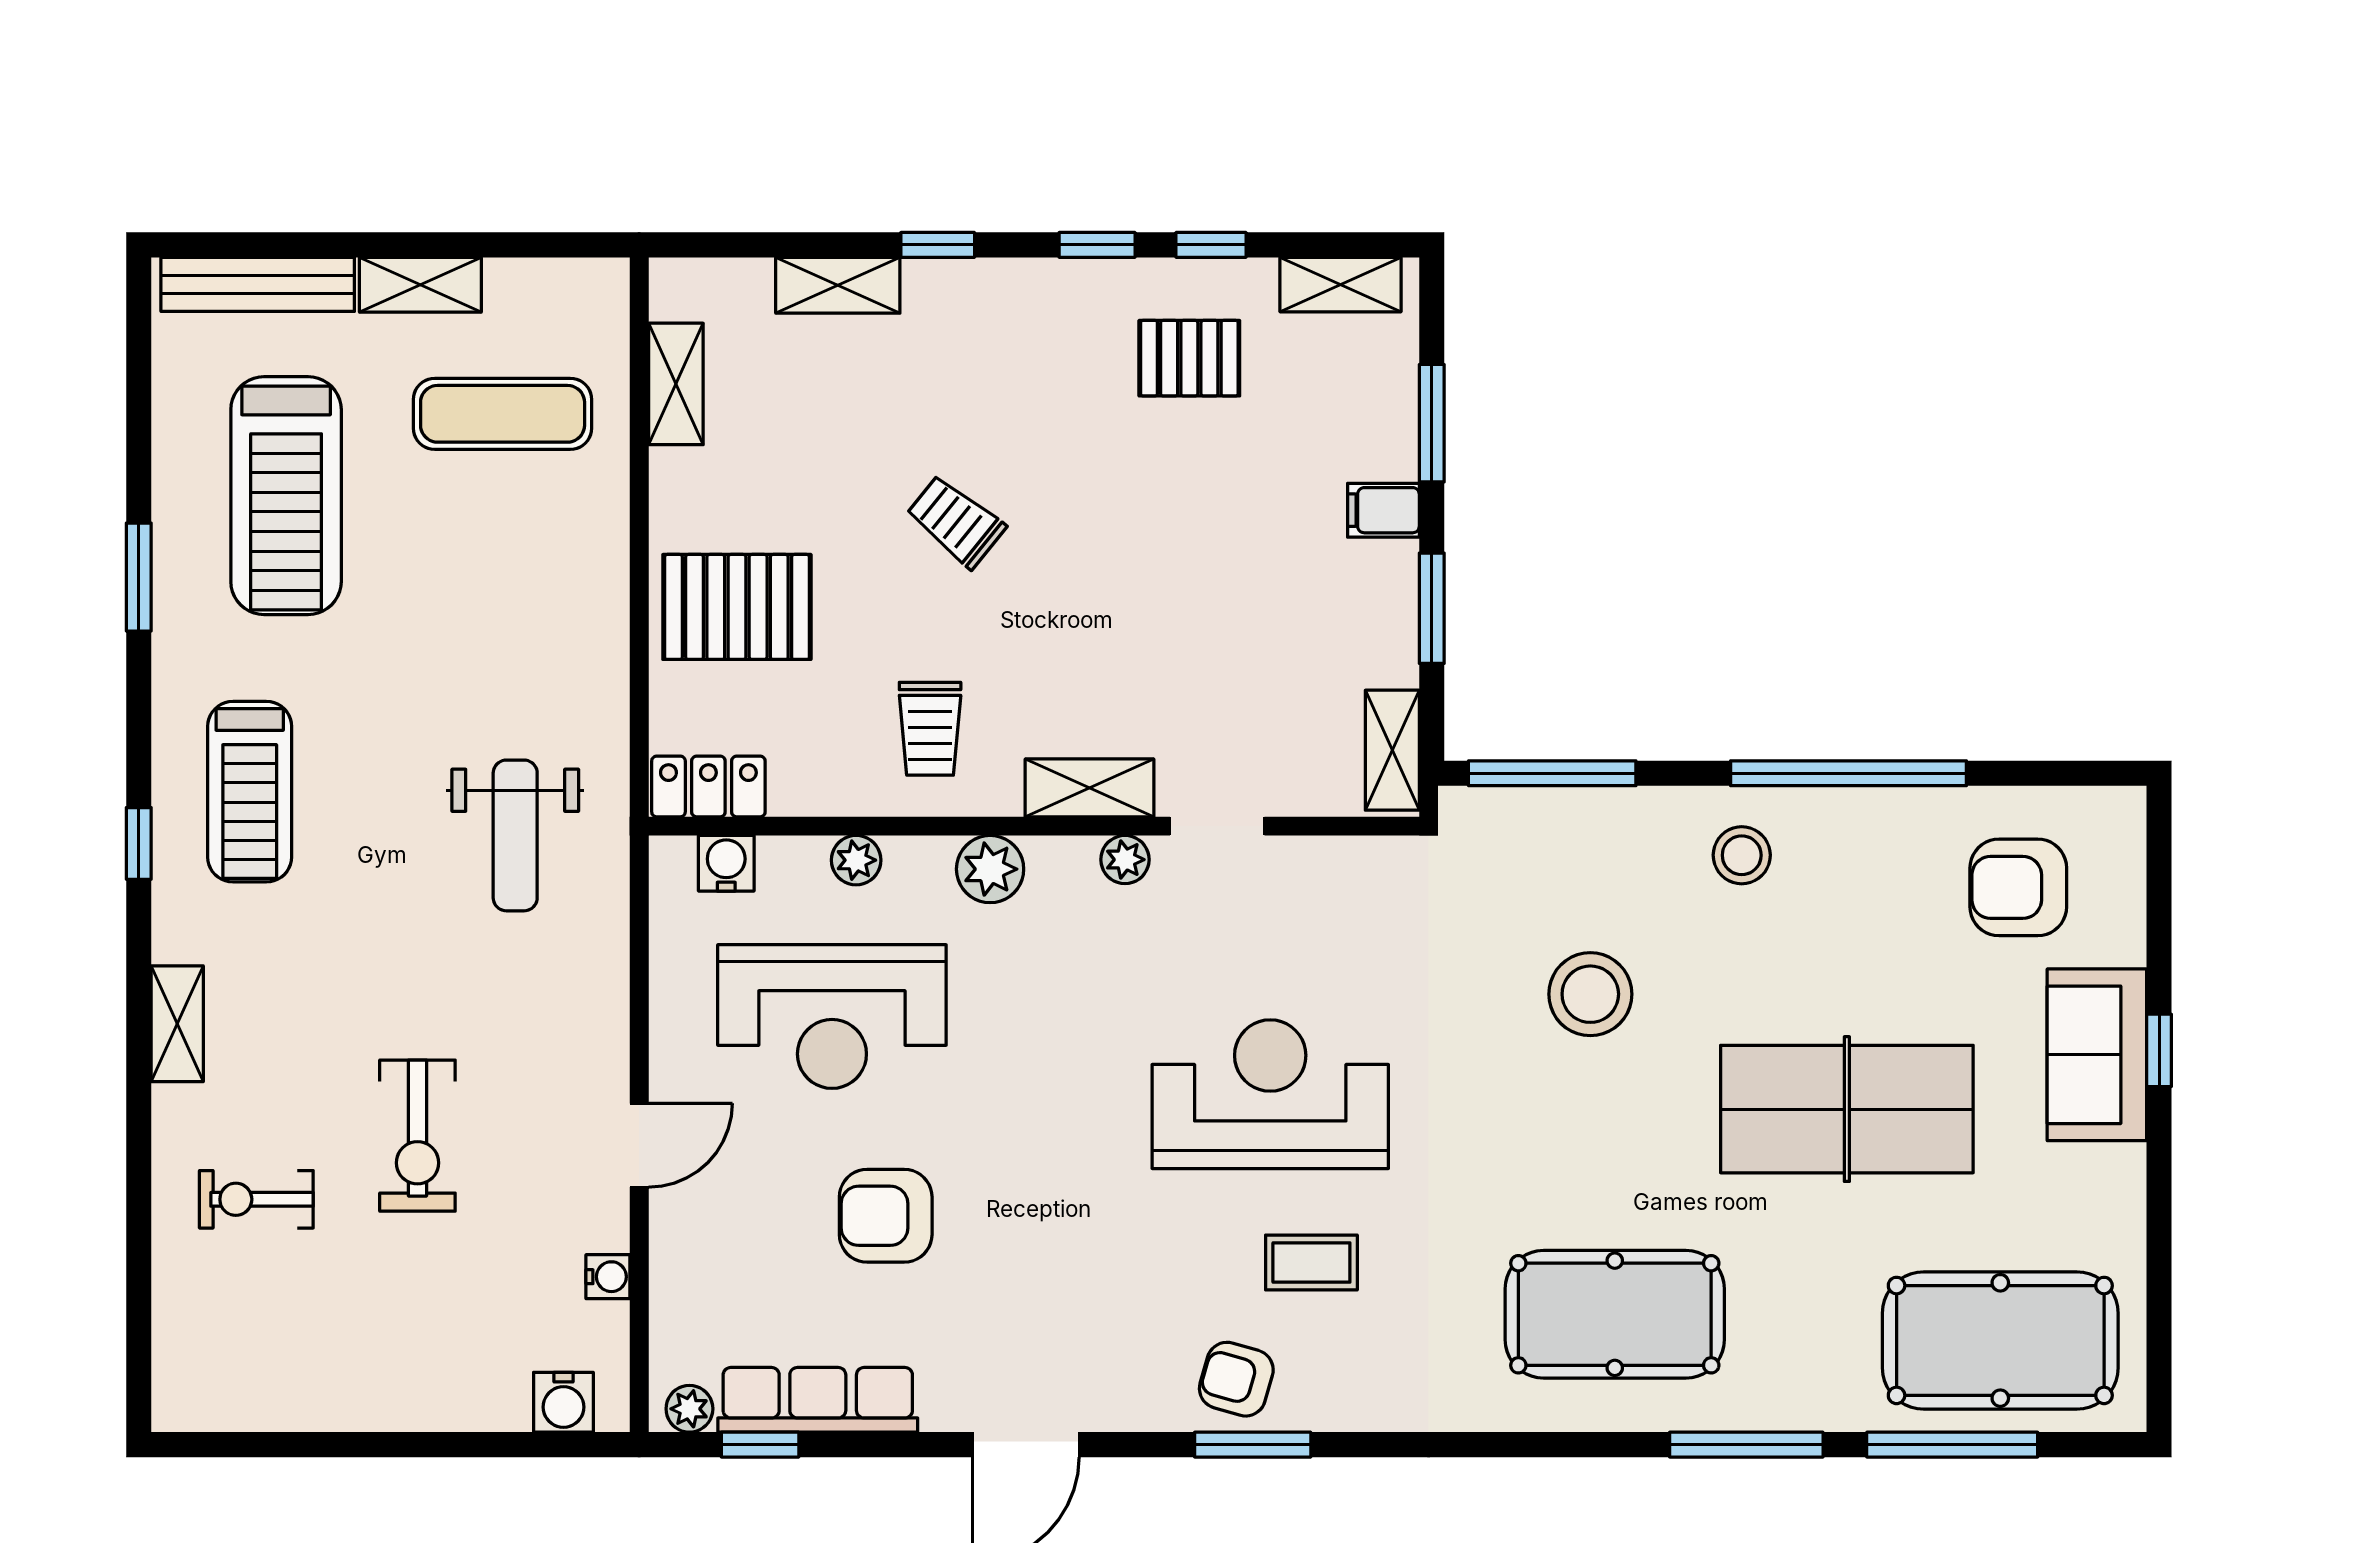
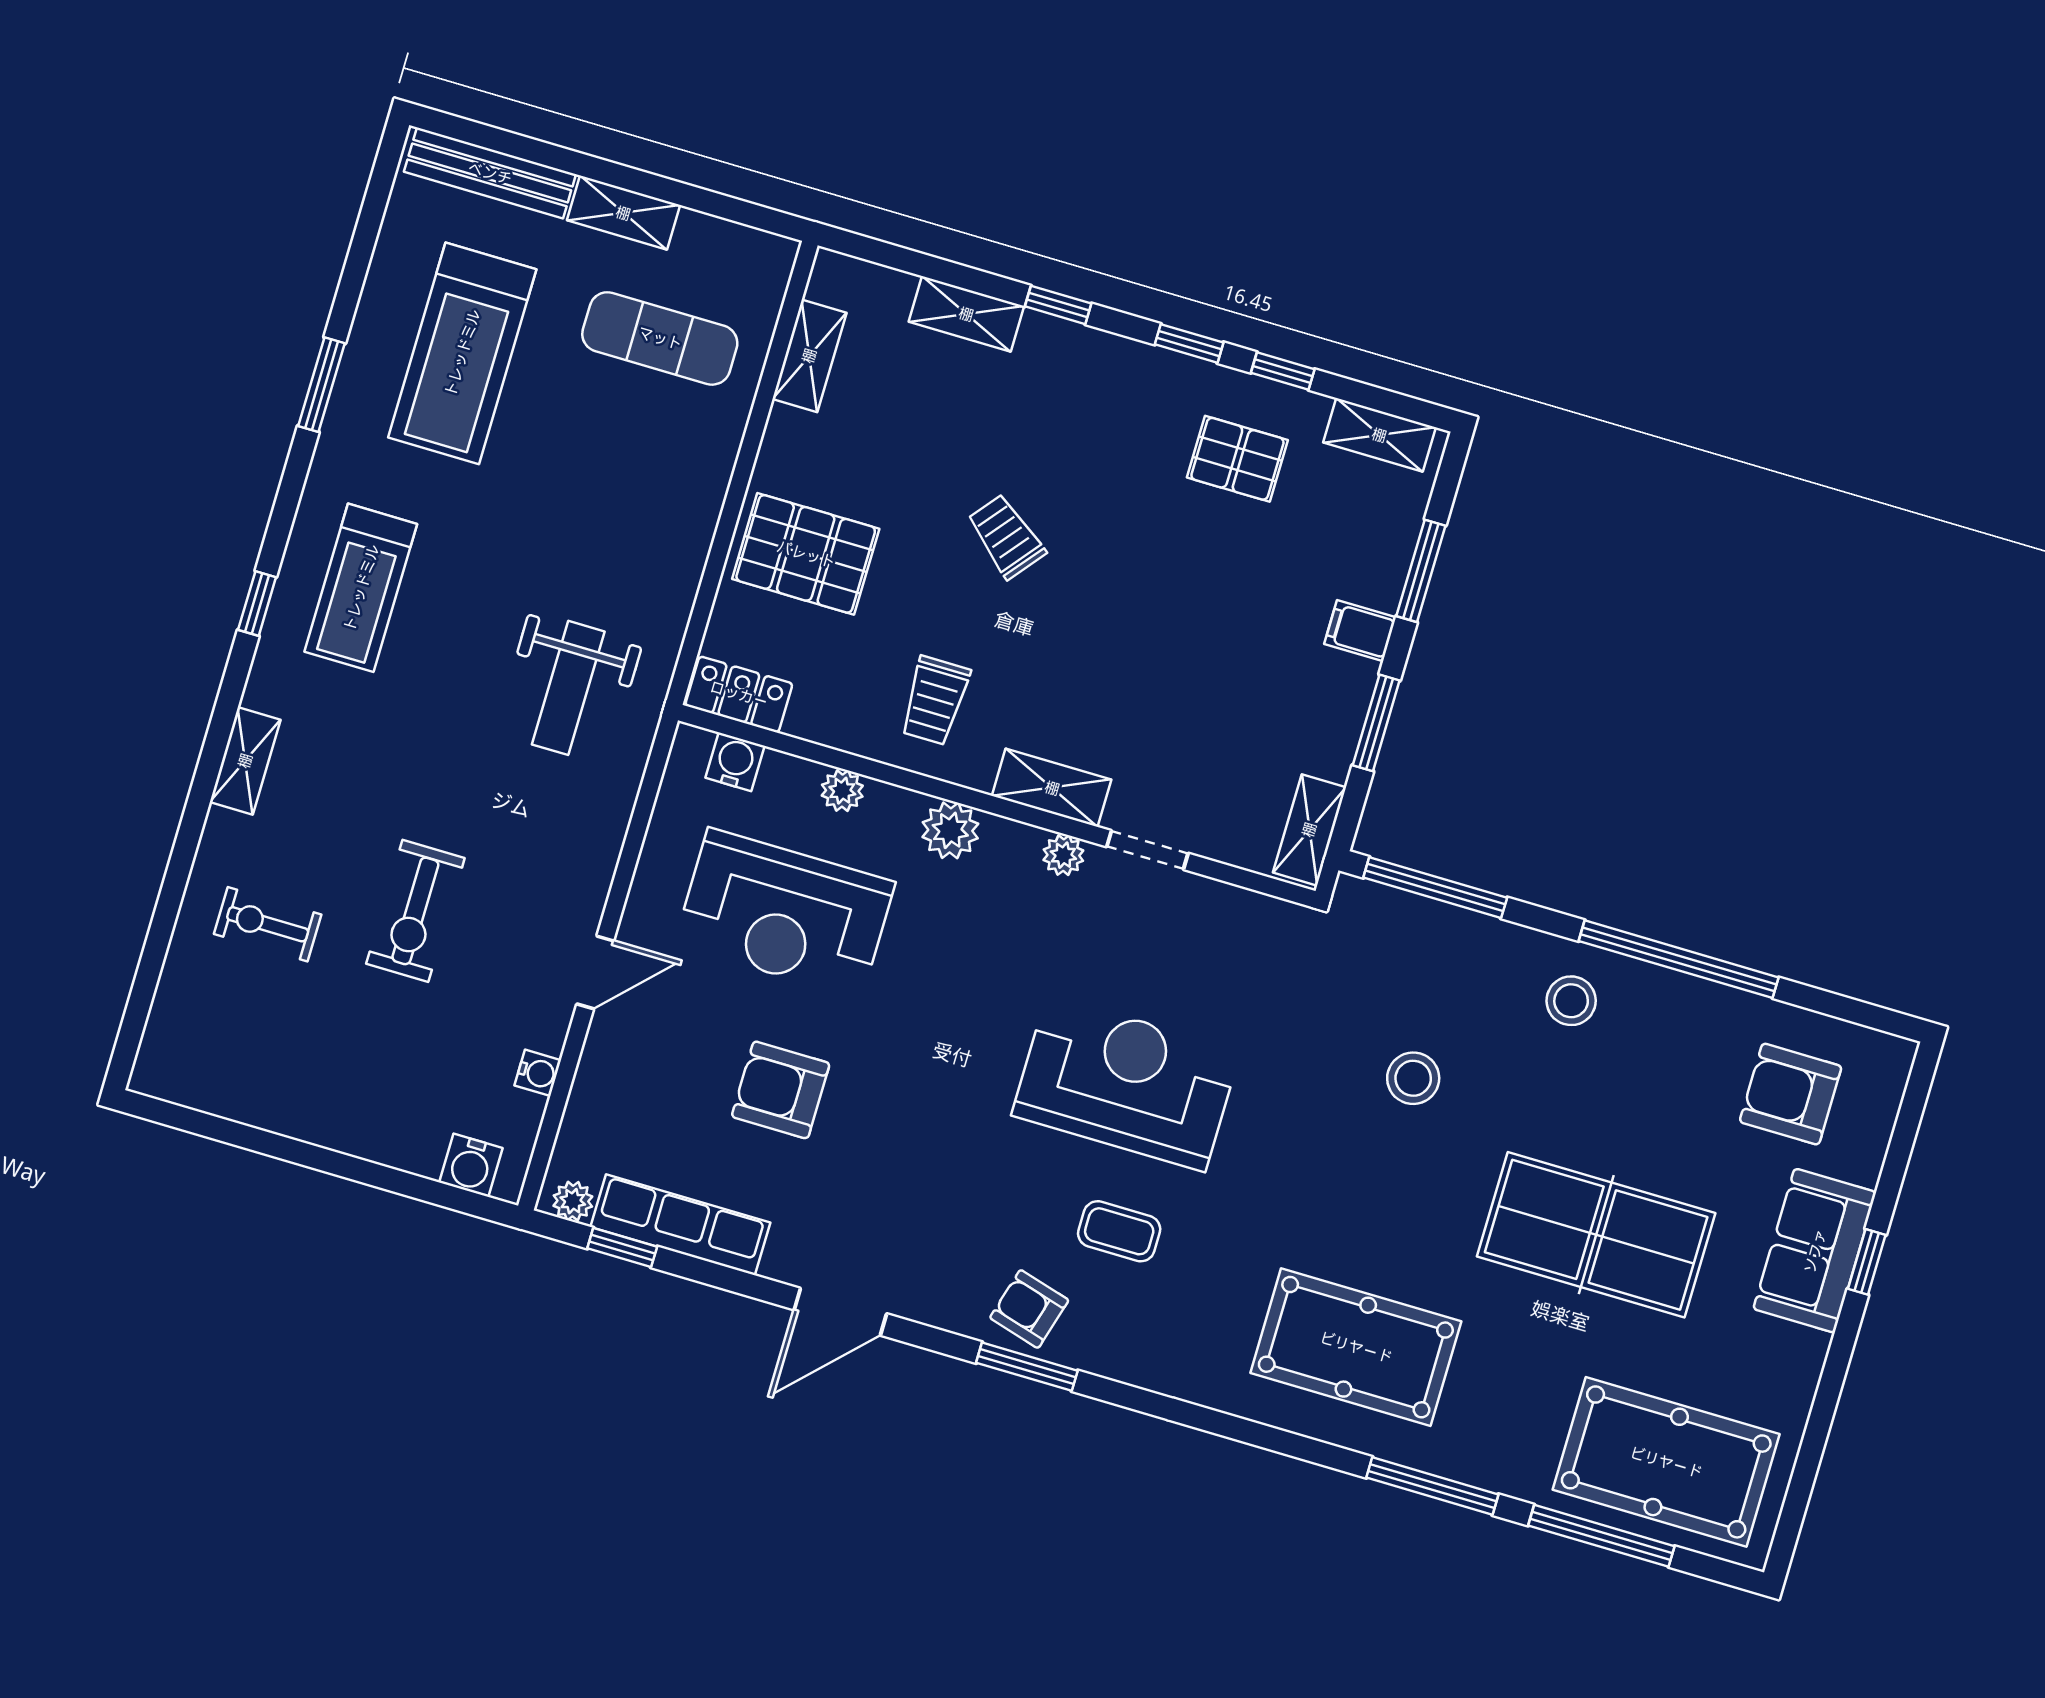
stool: (1590, 994) -> (1413, 1078), width x0.73, depth x0.73

